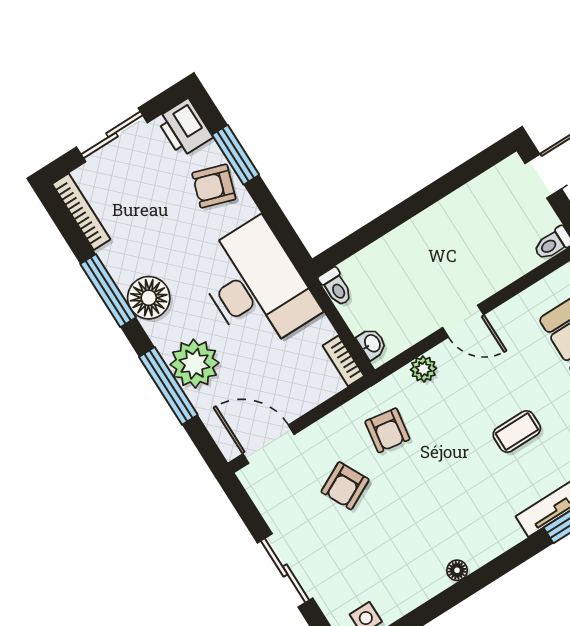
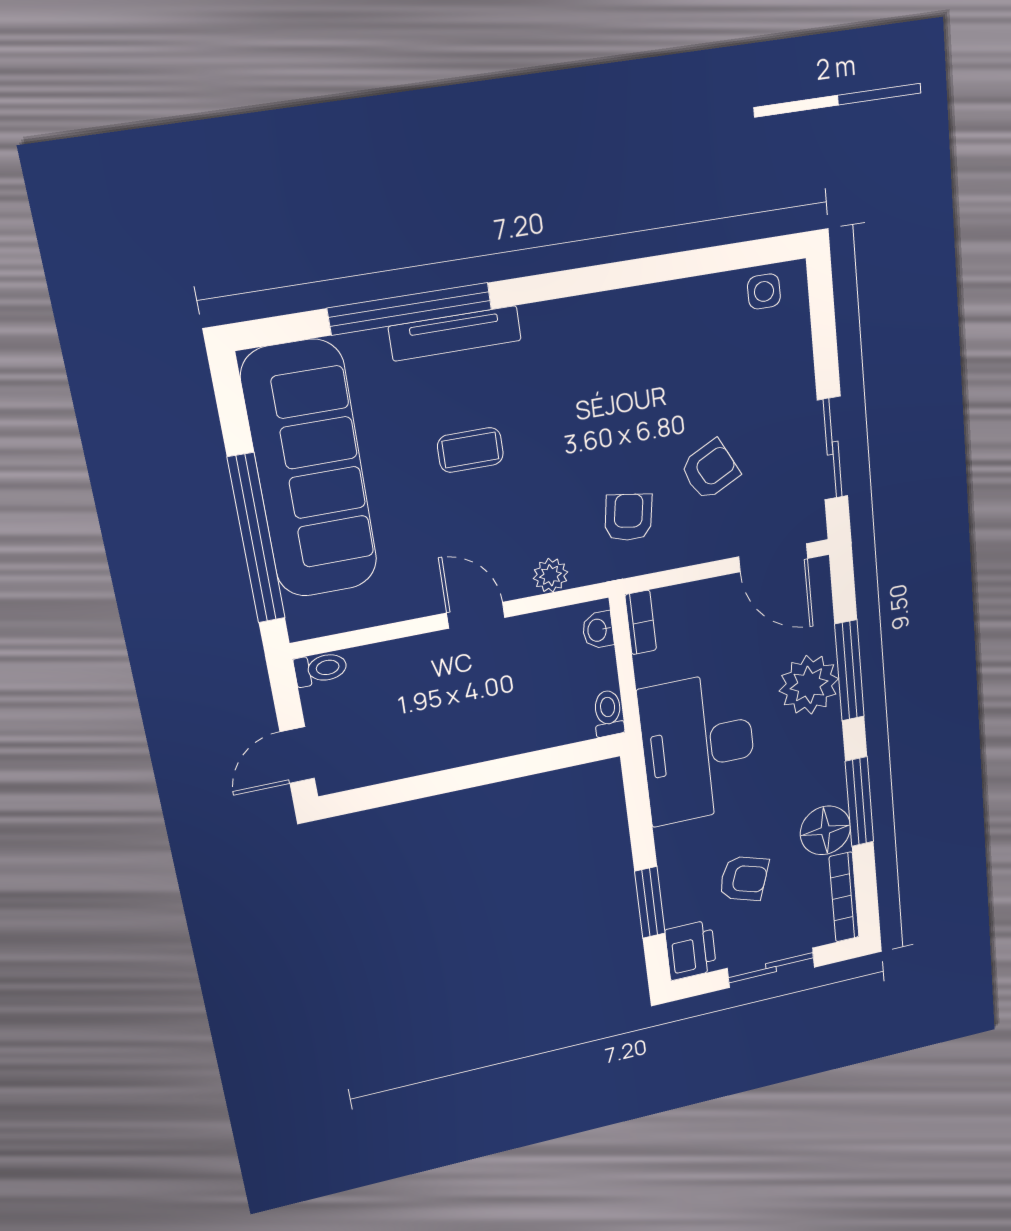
armchair: (214, 186) -> (744, 878), moved
floor lamp: (149, 298) -> (825, 830), moved
sliding door: (285, 570) -> (833, 448), moved
floor lamp: (457, 570) -> (625, 302), removed

